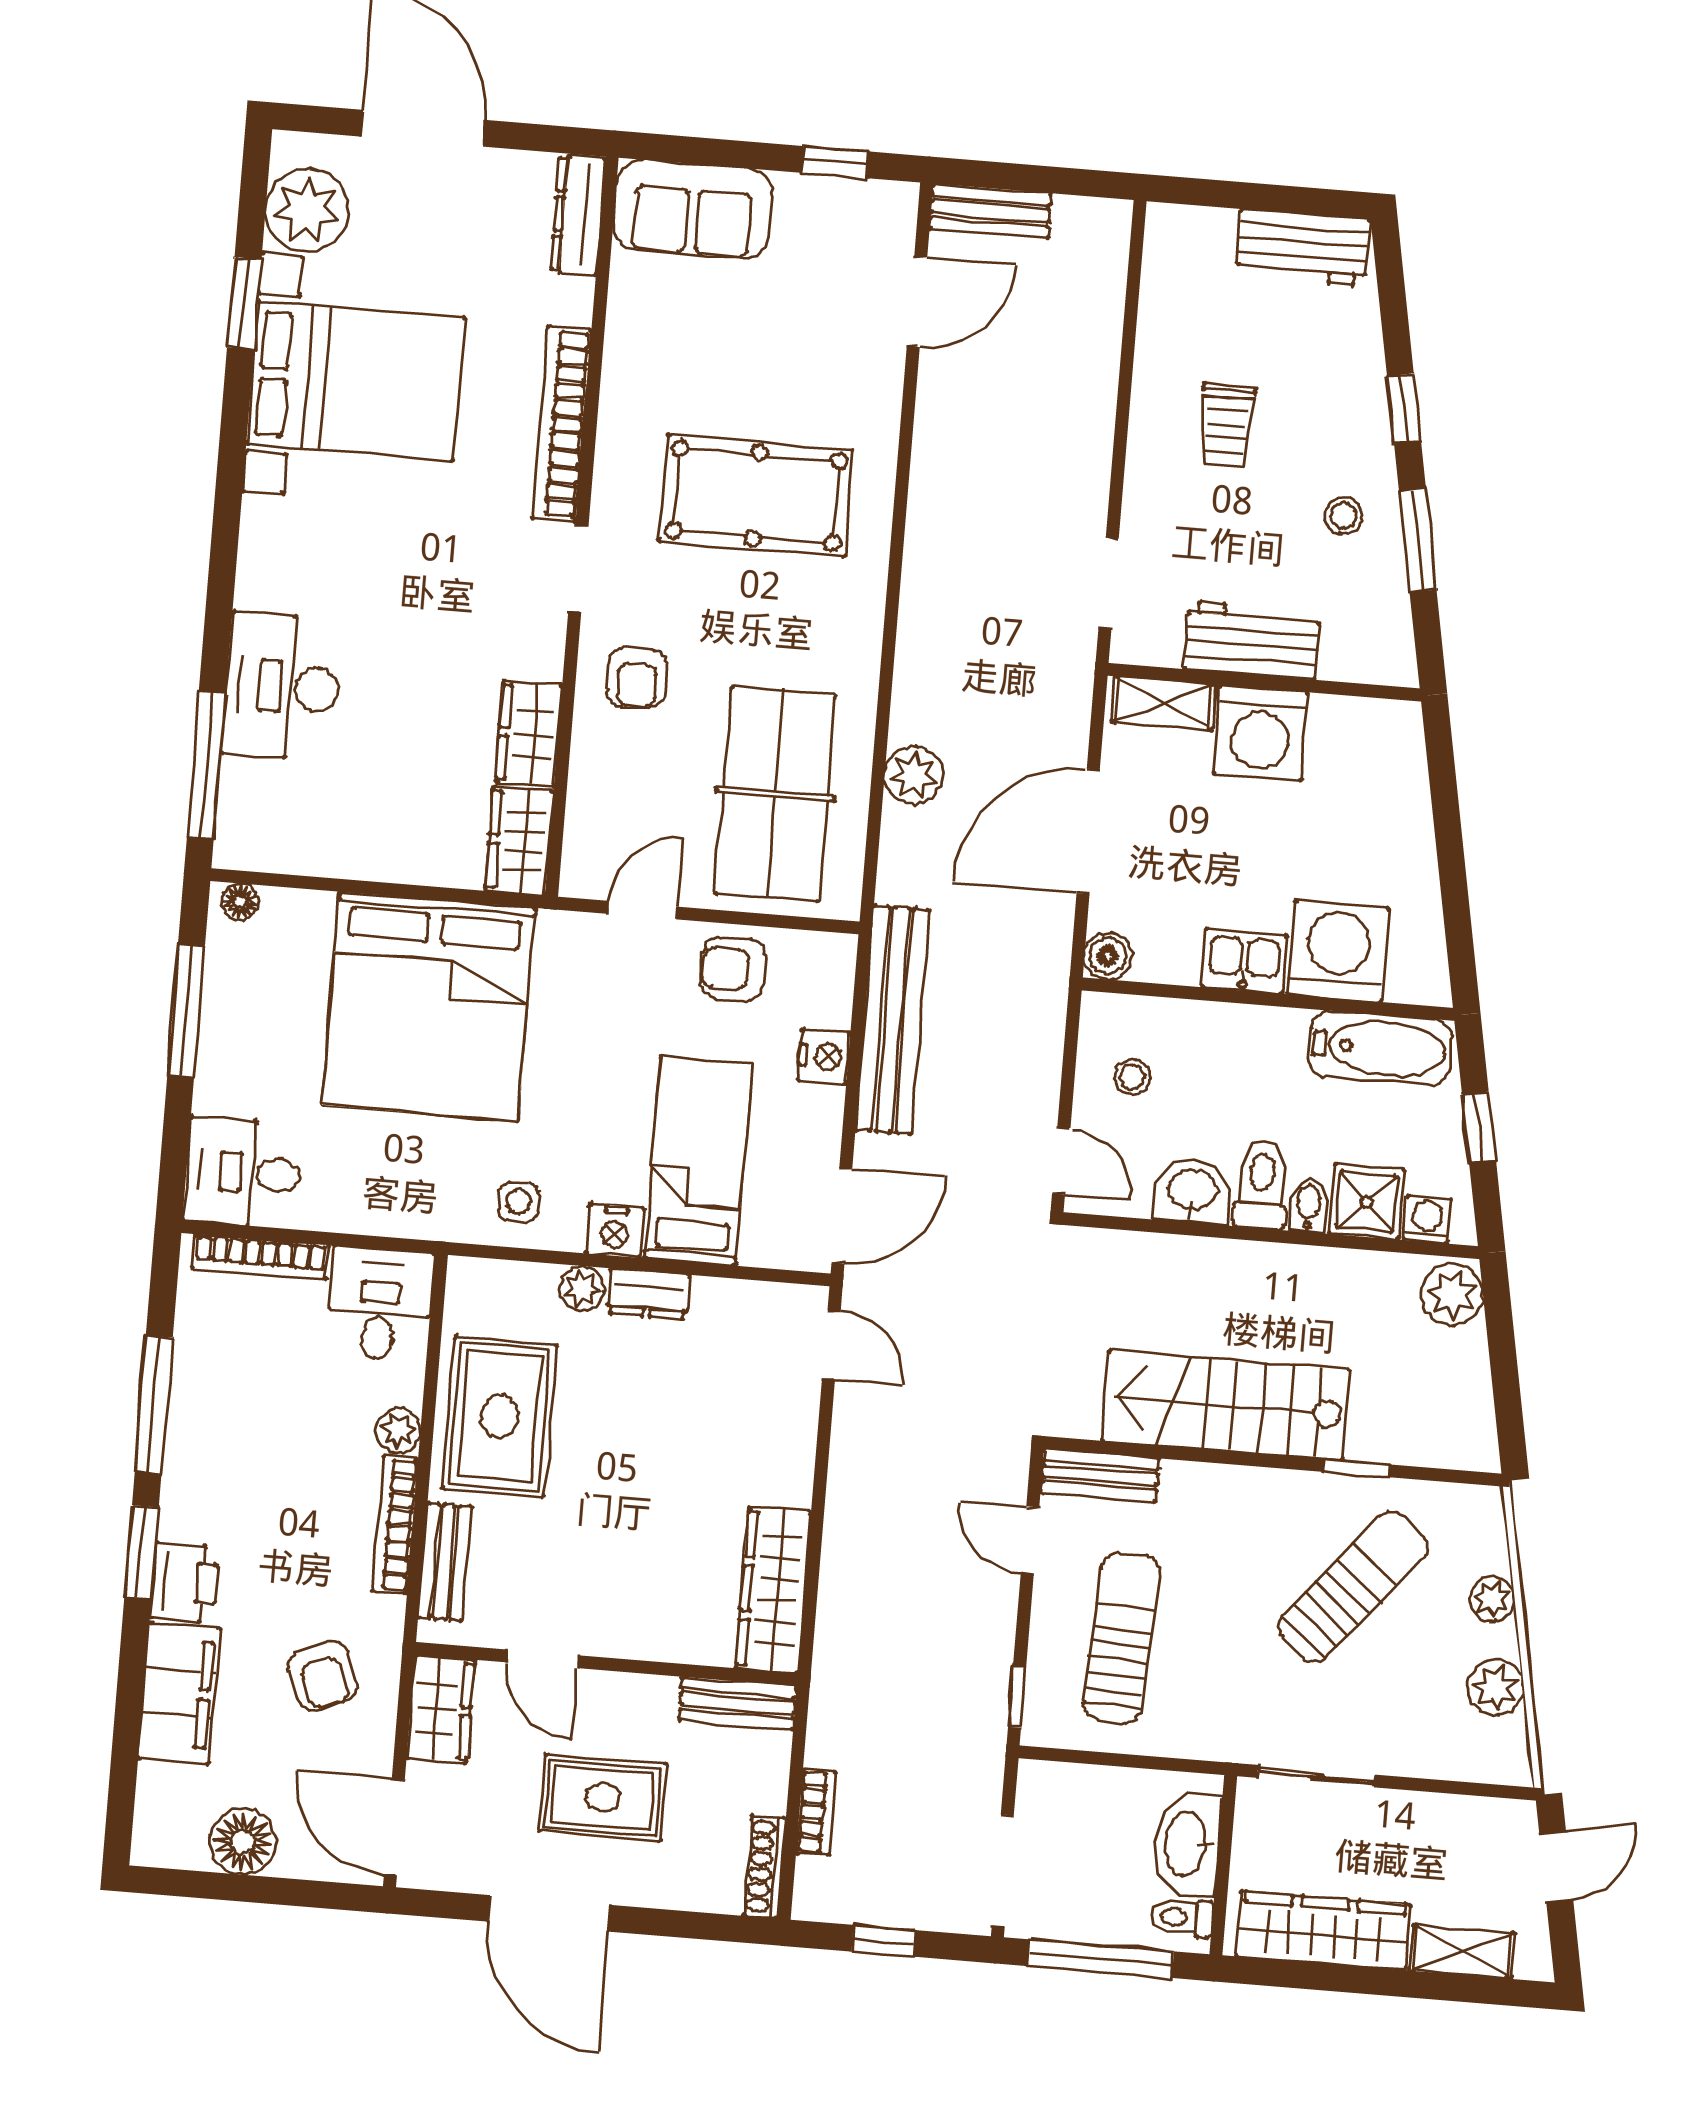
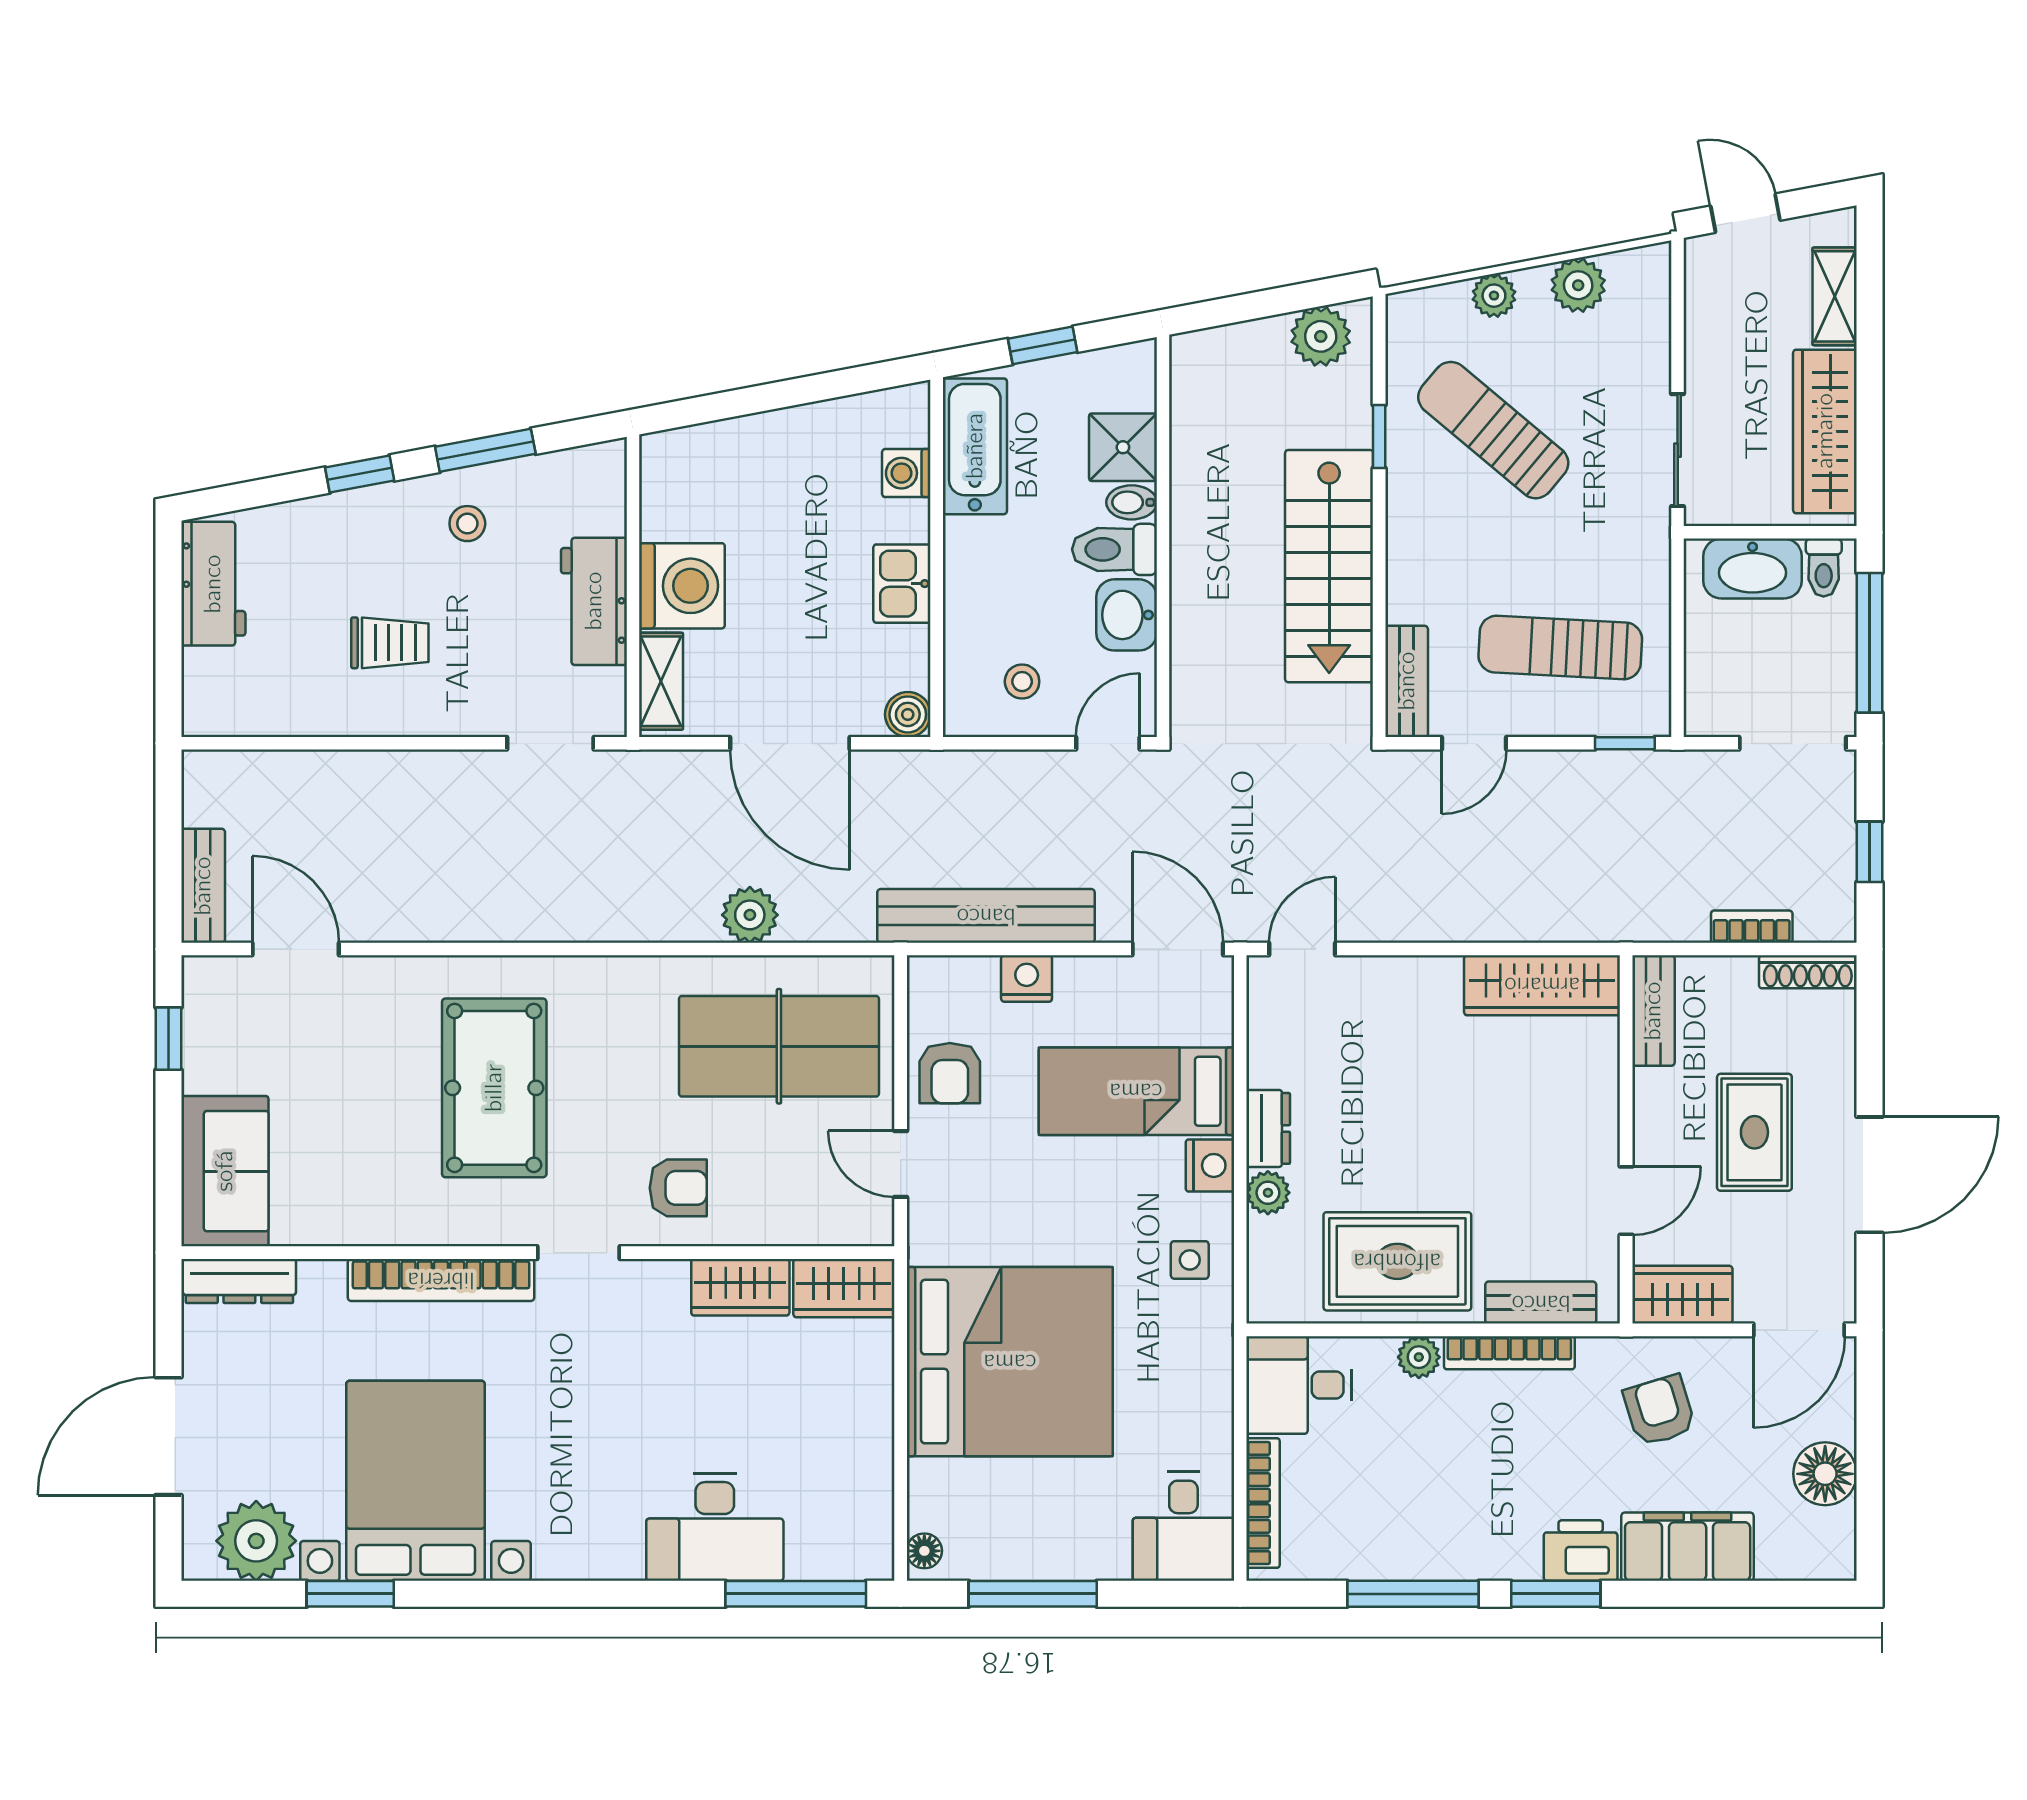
washing machine: (1338, 951) -> (906, 473), width x0.53, depth x0.53
washing machine: (1427, 1220) -> (1135, 388), removed
plant: (1452, 1294) -> (1321, 336), moved
armchair: (323, 1676) -> (1659, 1410), turned -85

